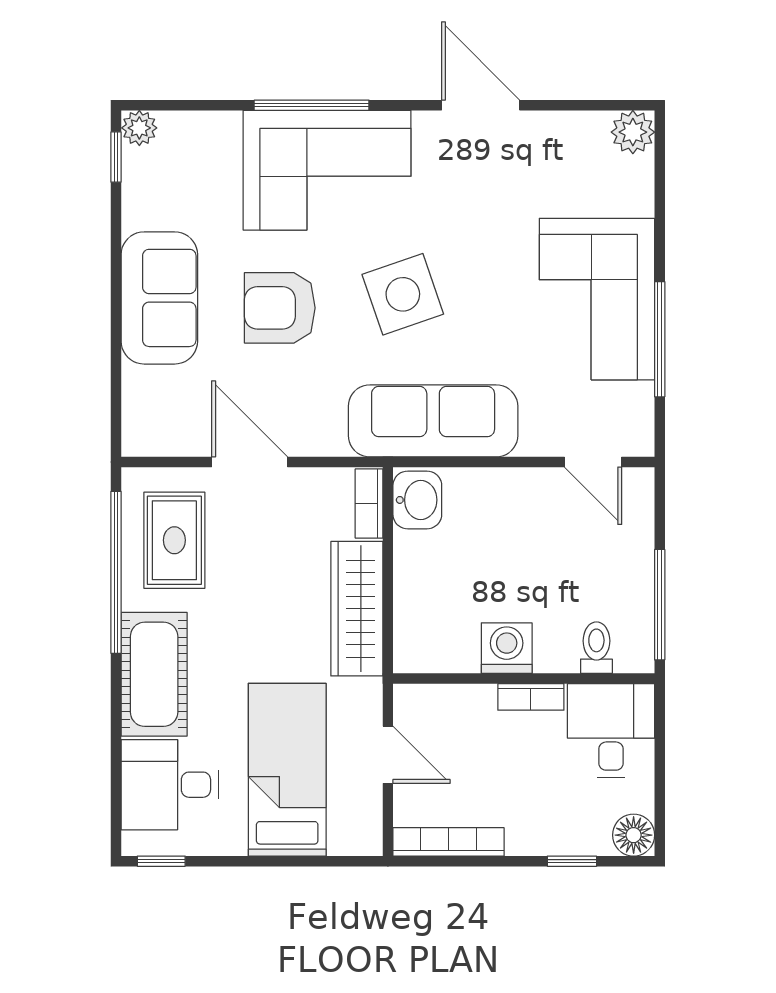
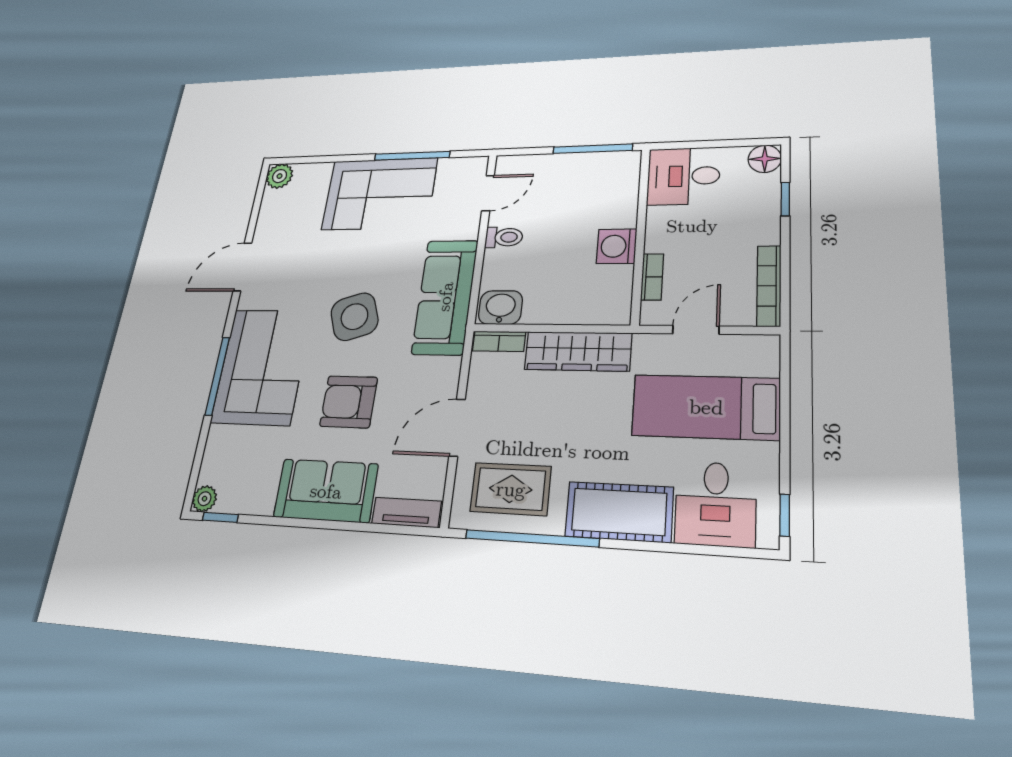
armchair: (280, 308) -> (349, 402), turned 90
tv unit: (138, 411) -> (406, 512), added
toilet: (596, 648) -> (504, 237), moved, turned 180
bookcase: (531, 697) -> (652, 277), moved

